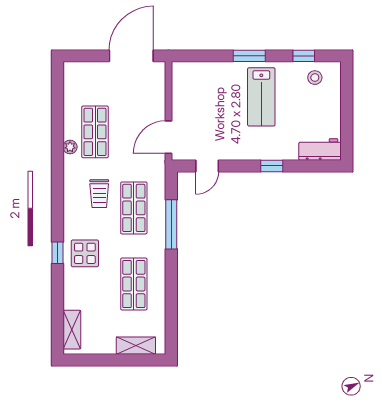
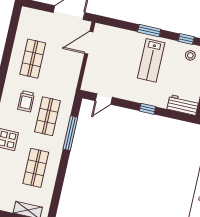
door: (169, 137) -> (89, 43), moved
plant: (70, 147) -> (13, 65), removed

